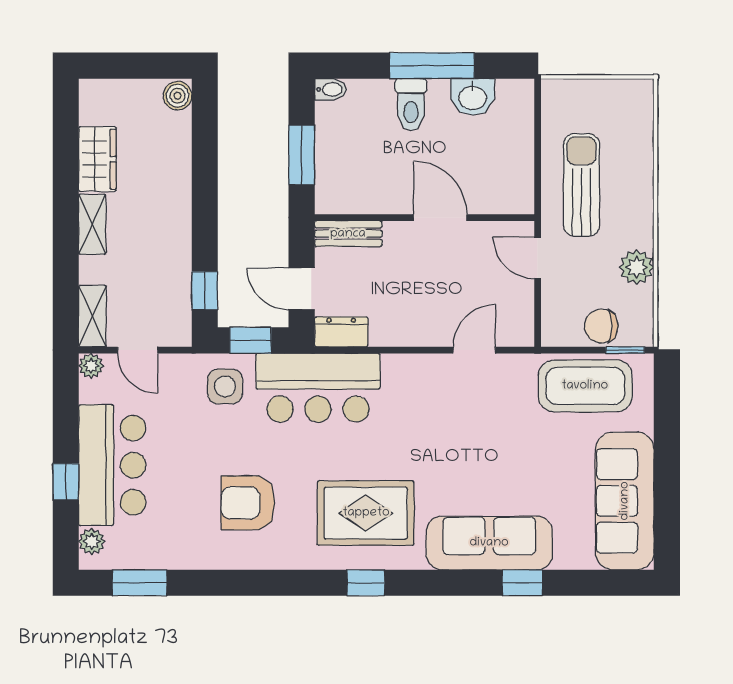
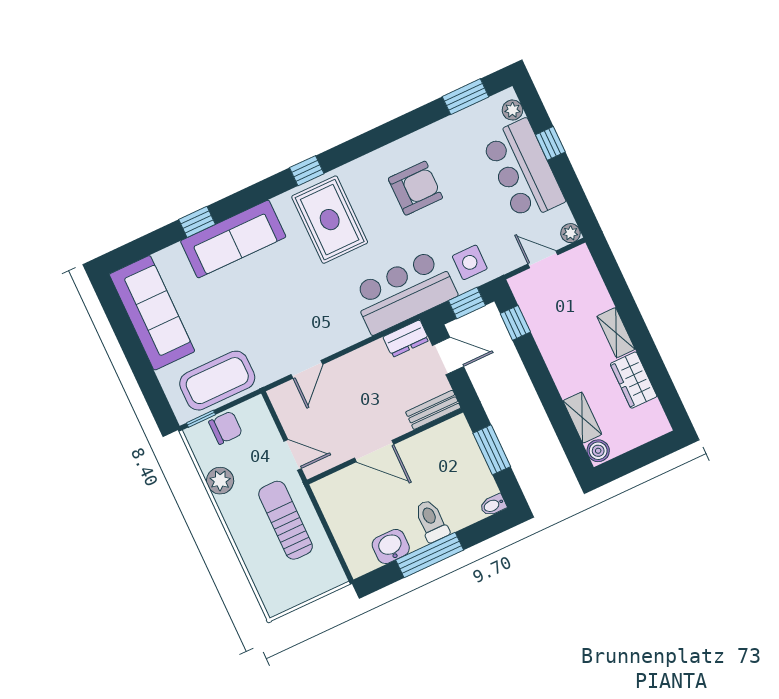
sun lounger: (581, 185) -> (286, 520), turned 180
shelving: (92, 316) -> (582, 418), moved
rug: (366, 513) -> (330, 220), turned 90

